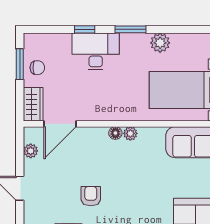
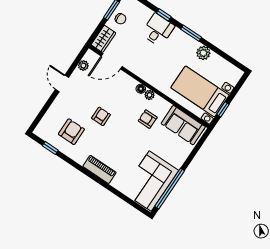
desk: (96, 51) -> (158, 30), width x0.73
armchair: (147, 163) -> (148, 119), added

